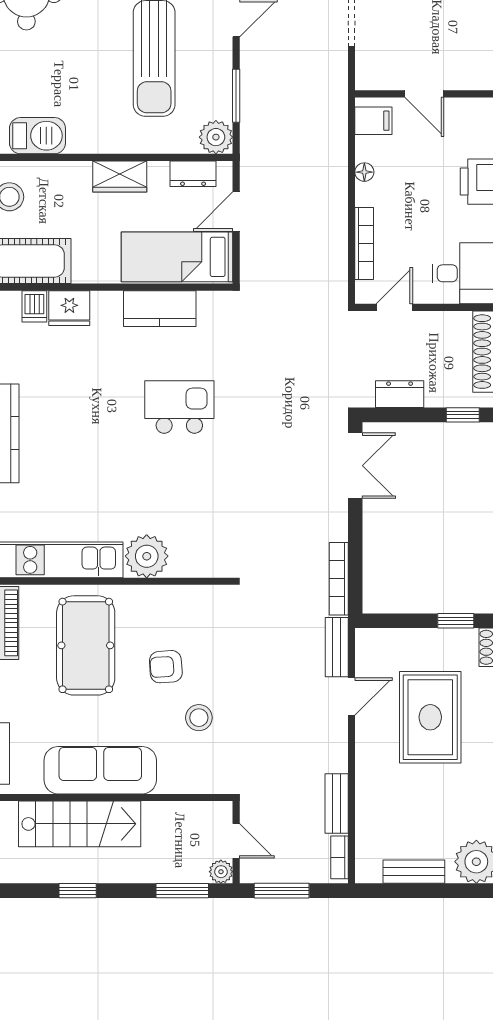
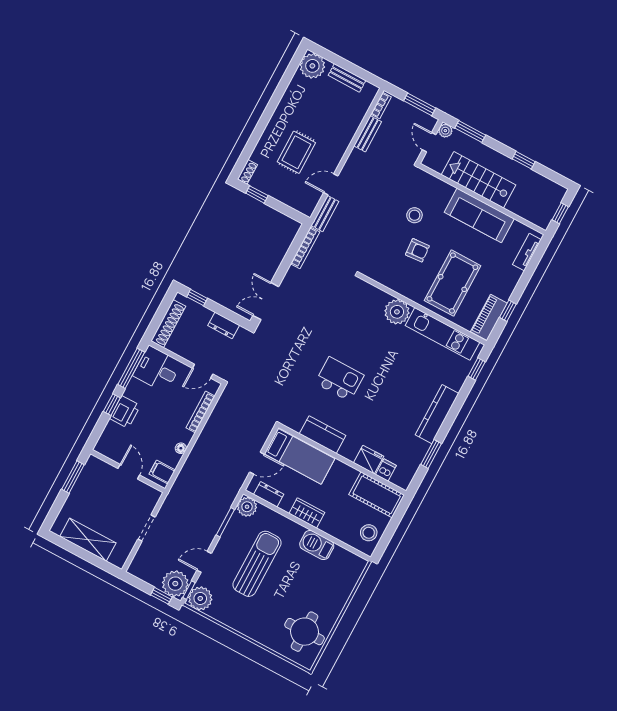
barbecue: (37, 136) -> (317, 545), moved
kitchen island: (179, 407) -> (340, 379), turned 180
rug: (430, 717) -> (296, 152), width x0.73, depth x0.70
stairs: (80, 824) -> (479, 180), moved

